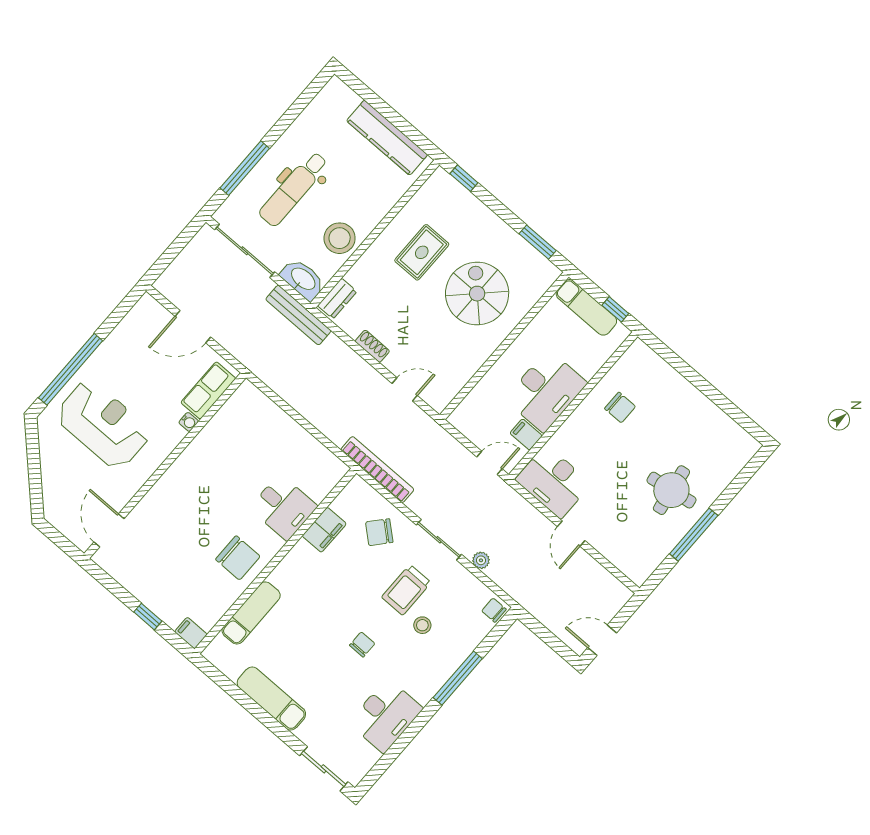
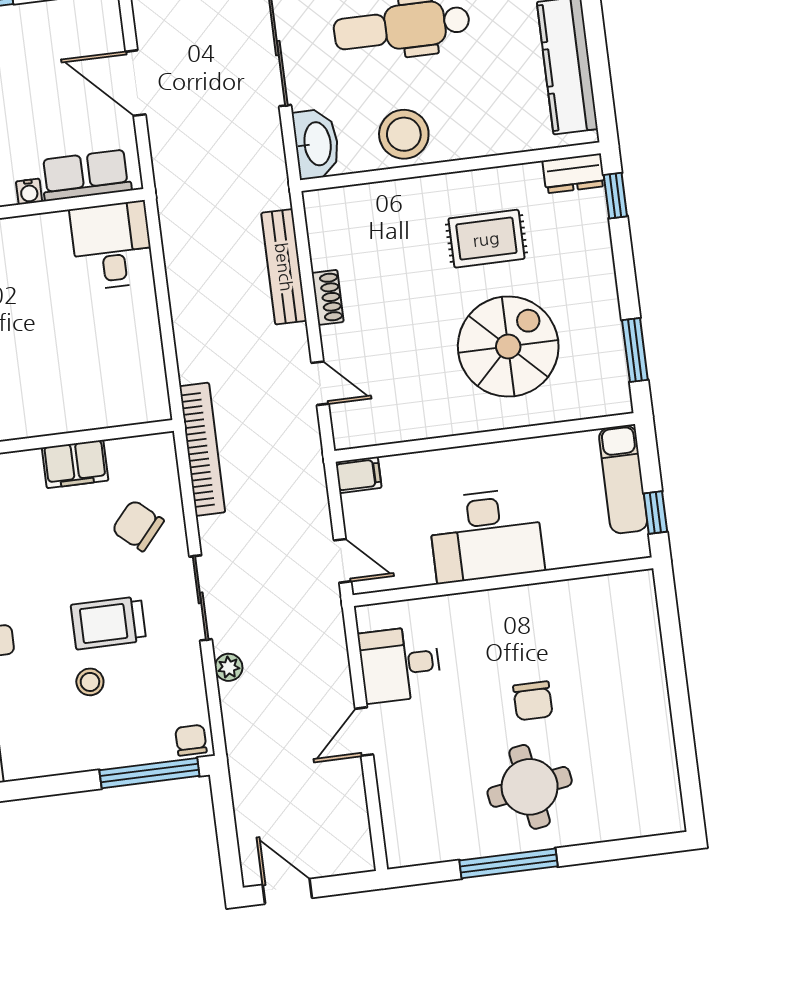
dresser: (337, 299) -> (574, 173), moved
bench: (298, 315) -> (284, 267), moved
chair: (620, 408) -> (533, 701), moved
filing cabinet: (526, 434) -> (359, 475), moved, turned 90
desk: (553, 482) -> (400, 664), width x0.73
desk: (283, 507) -> (112, 246), moved, turned 180
window: (458, 678) -> (149, 773), moved

